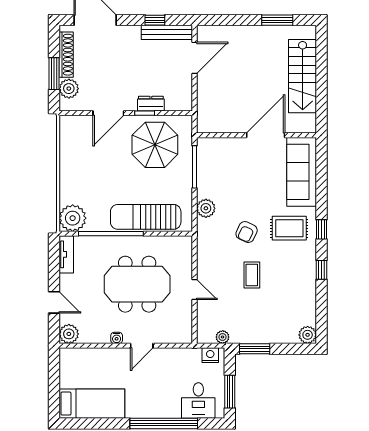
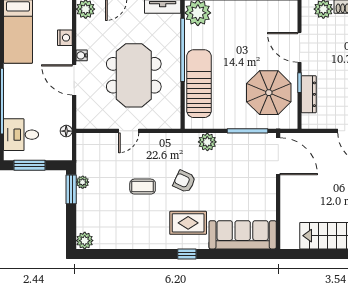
dresser: (151, 104) -> (309, 94), width x1.44
door: (266, 135) -> (278, 156), moved
rug: (289, 228) -> (188, 223), turned 90
window: (321, 270) -> (148, 254), removed
plant: (223, 337) -> (83, 182), moved
door: (142, 346) -> (74, 80), width x1.38
floor lamp: (195, 354) -> (66, 131), added
nightstand: (210, 355) -> (65, 38), moved

